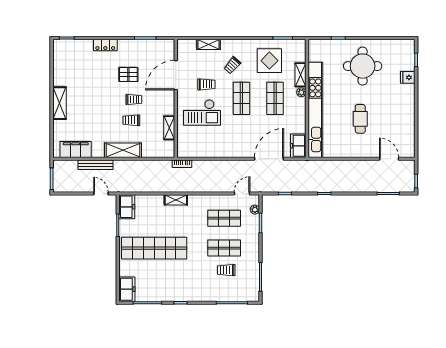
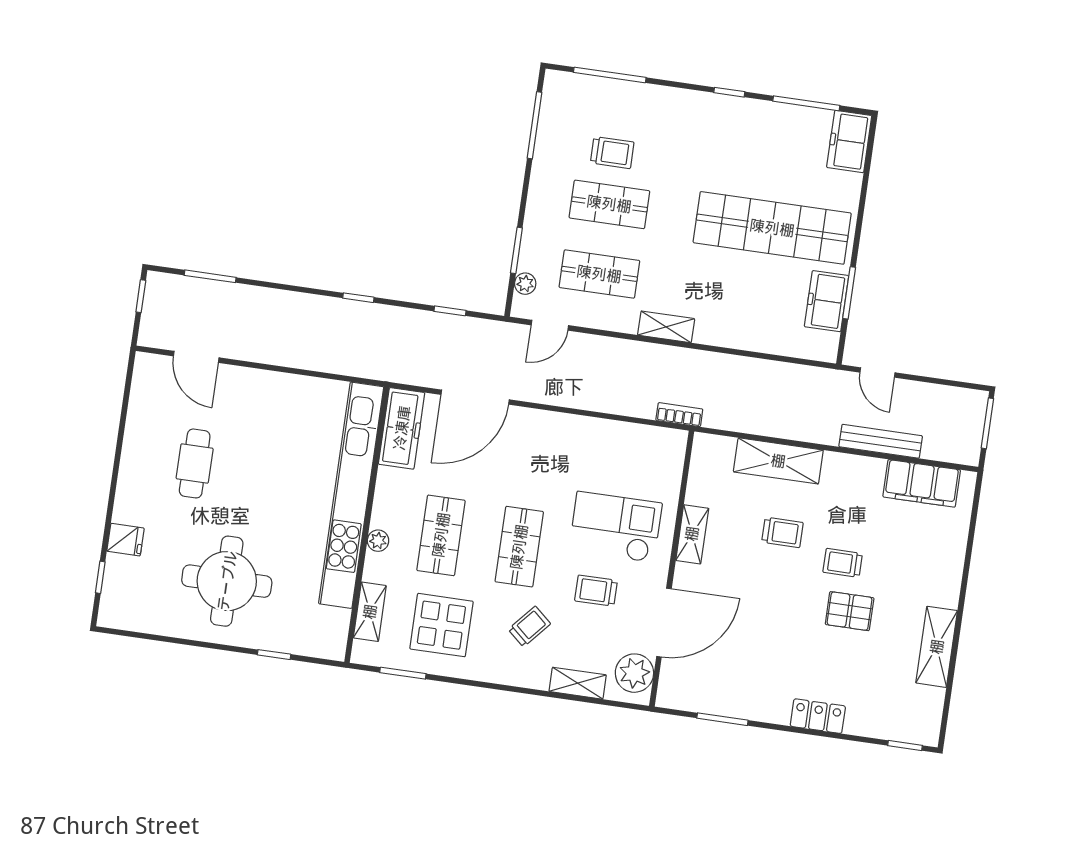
plant: (185, 52) -> (634, 673), added
pallet: (128, 74) -> (850, 611), moved
shelving: (300, 75) -> (370, 612), moved
trolley: (134, 99) -> (843, 563), moved
shelving: (59, 103) -> (937, 647), moved
cafe table: (360, 119) -> (195, 463), moved
shelving: (169, 128) -> (692, 534), moved
freezer: (298, 146) -> (402, 428), width x1.40
shelving: (123, 150) -> (778, 461), moved
shelving: (176, 200) -> (666, 327), moved
freezer: (127, 207) -> (827, 301), moved

